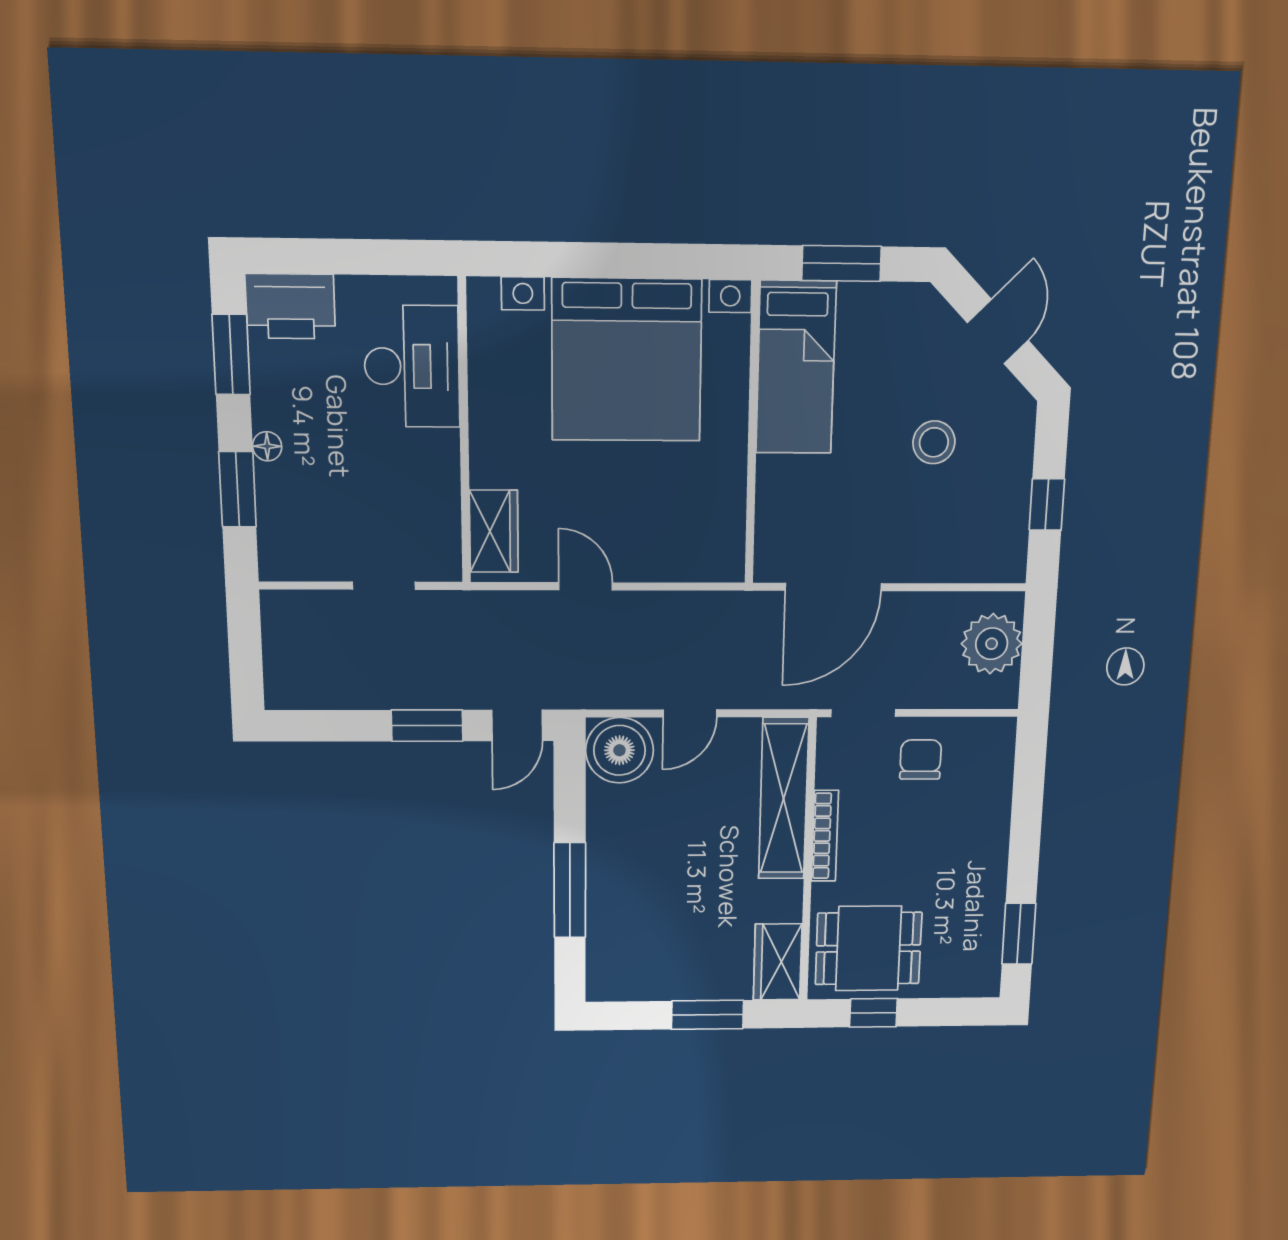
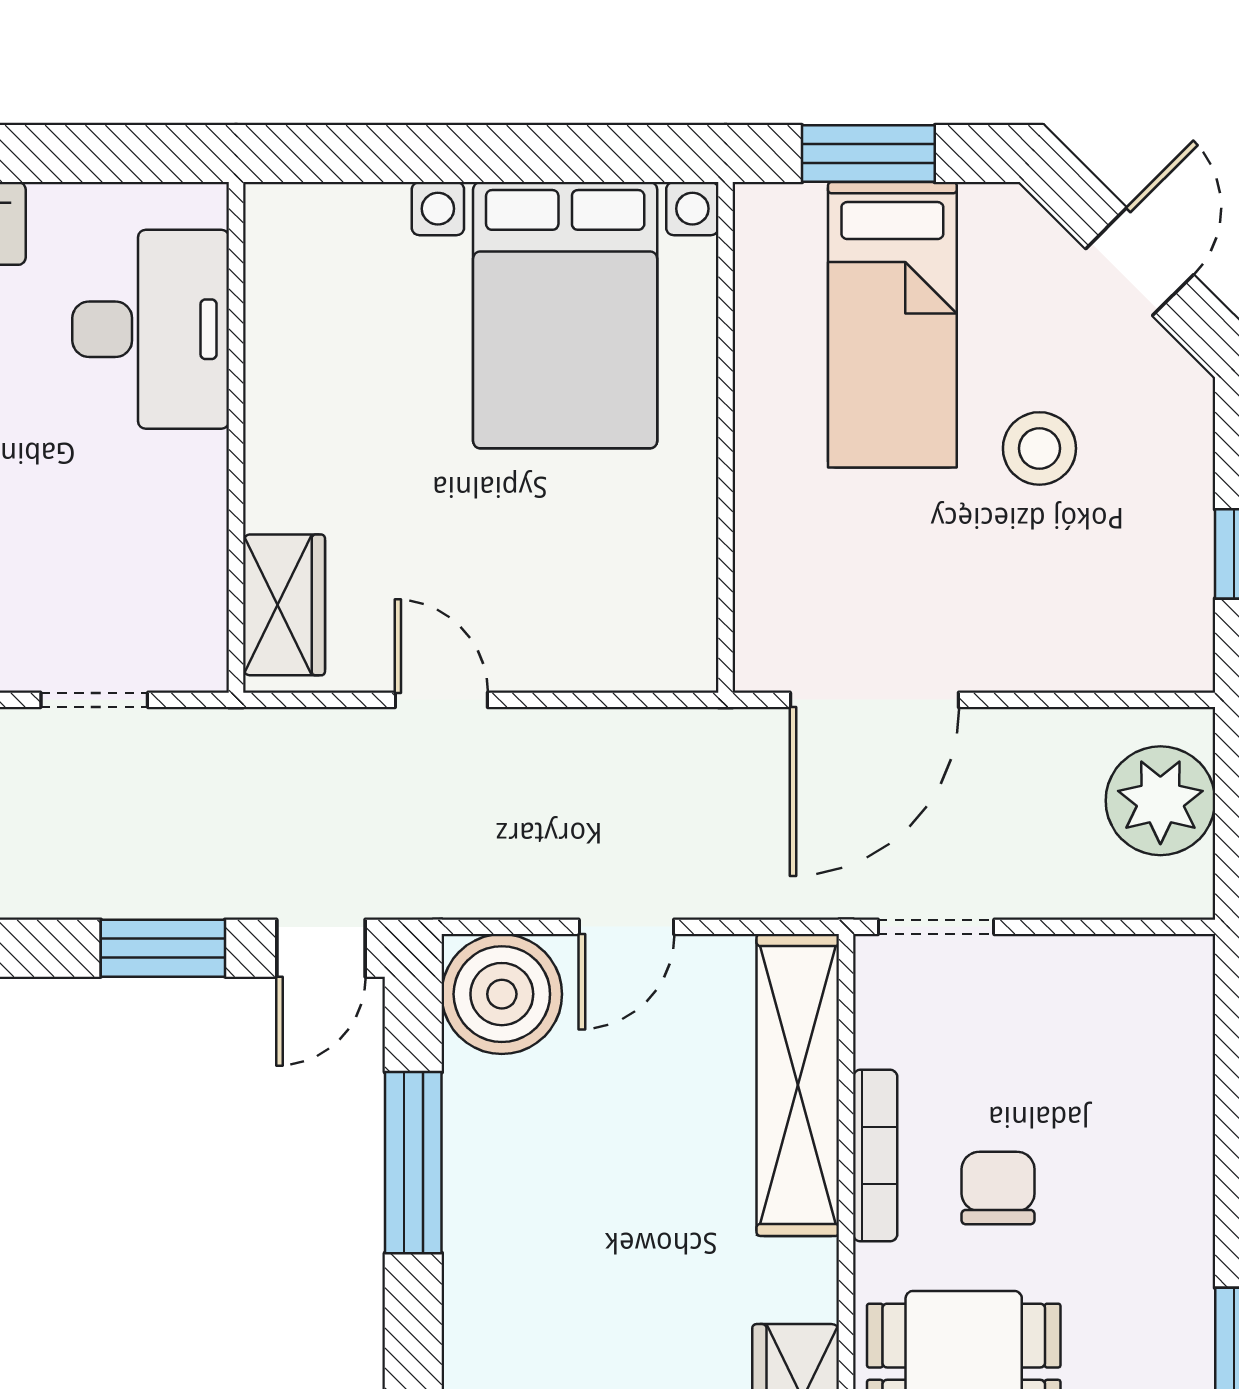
bed with nightstands: (626, 360) -> (565, 315), width x0.73
bed: (796, 368) -> (892, 325), moved
chair: (921, 760) -> (998, 1188), moved
window: (570, 890) -> (413, 1163), moved

